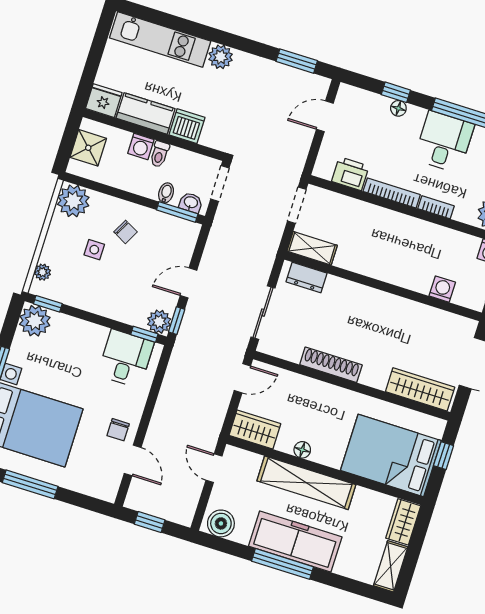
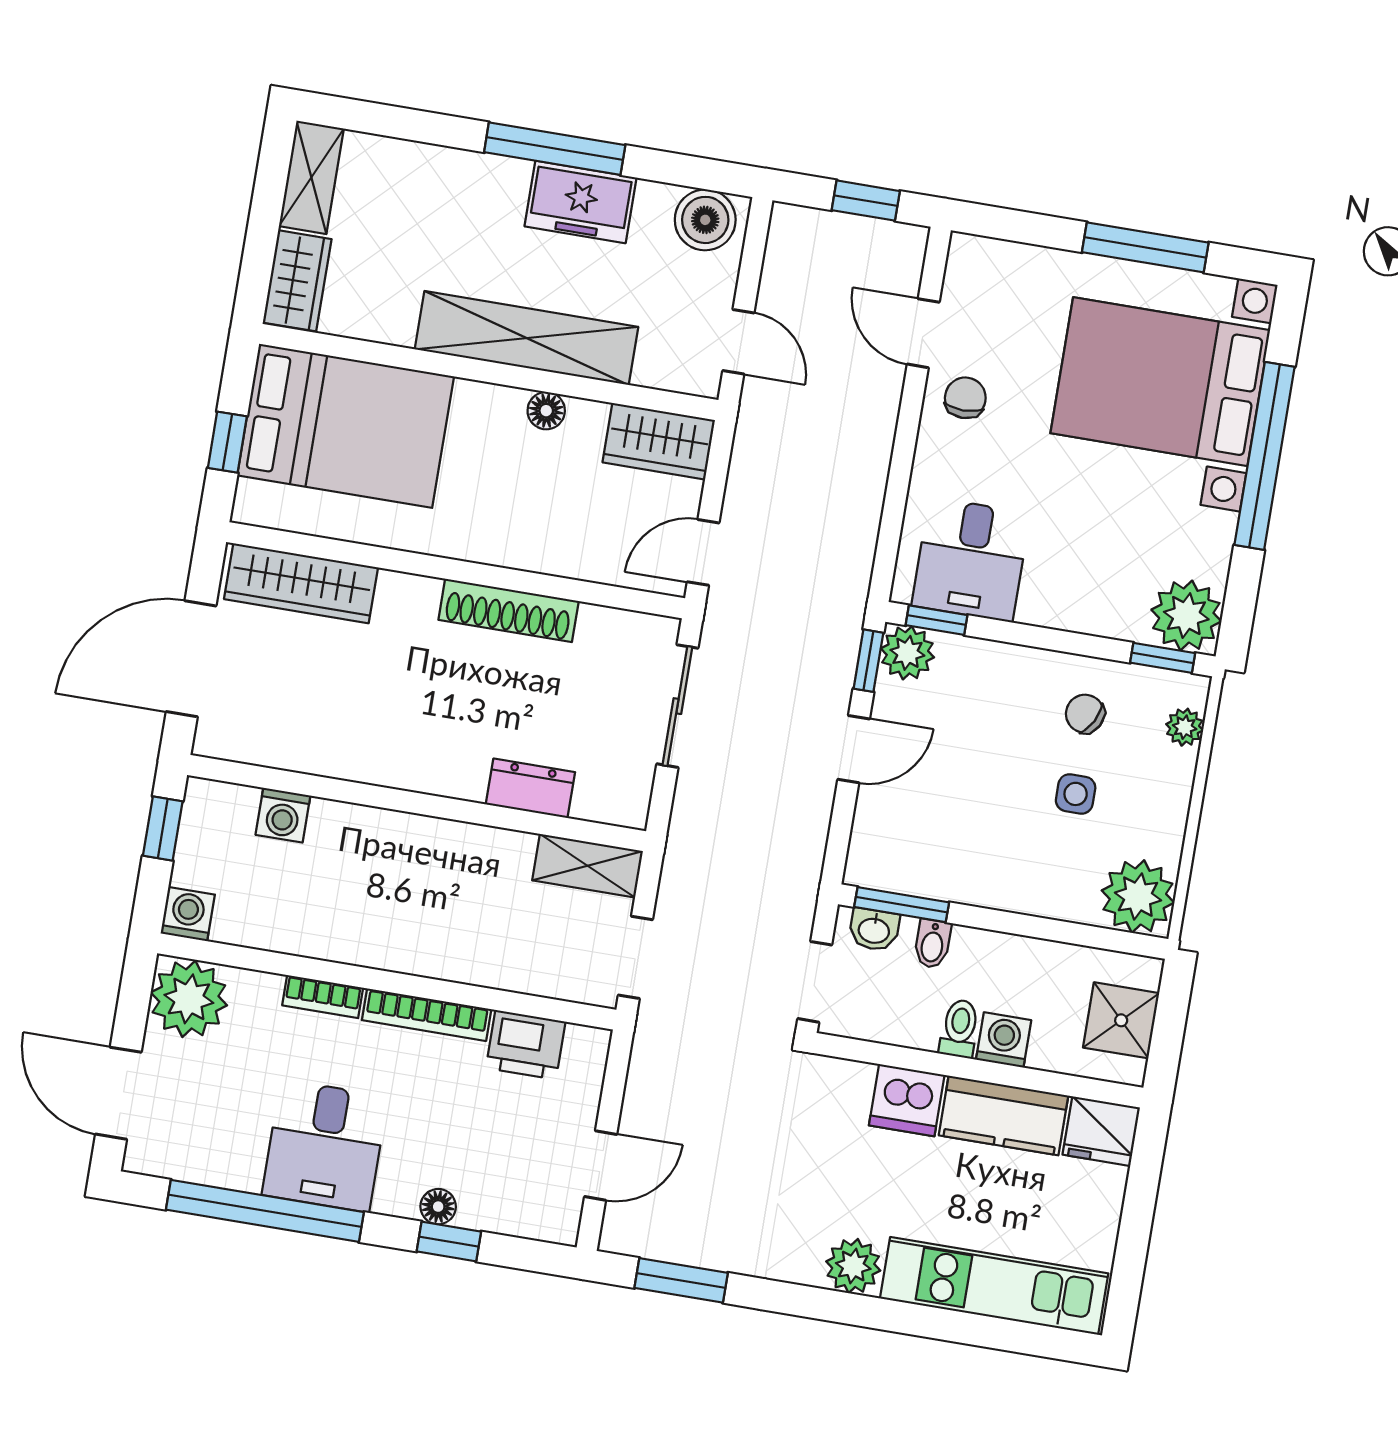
chair: (126, 232) -> (1085, 714), moved
dresser: (307, 277) -> (530, 788), moved
freezer: (295, 542) -> (581, 202), width x0.52, depth x0.79

